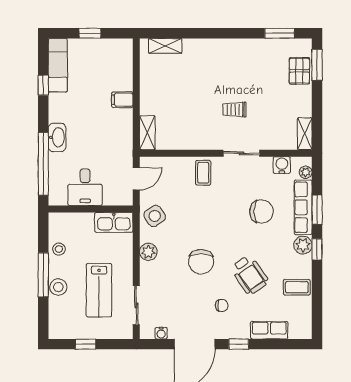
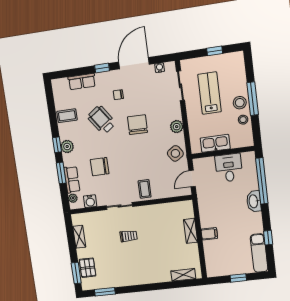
shelving: (147, 133) -> (191, 231), moved
shelving: (305, 134) -> (79, 237), moved
row of seats: (303, 207) -> (72, 180), width x0.68
kitchen sink: (114, 222) -> (215, 143), moved
stool: (58, 287) -> (240, 103), moved

